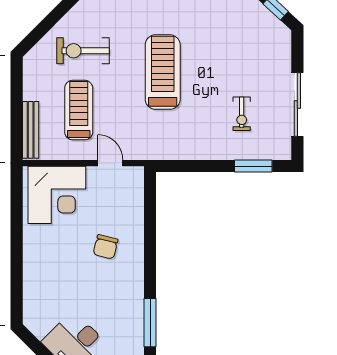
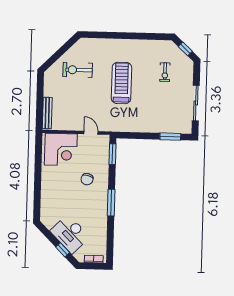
treadmill: (79, 110) -> (74, 103), removed
exercise bike: (242, 114) -> (165, 72), moved
window: (150, 200) -> (112, 154), added
window: (150, 323) -> (111, 203), moved

